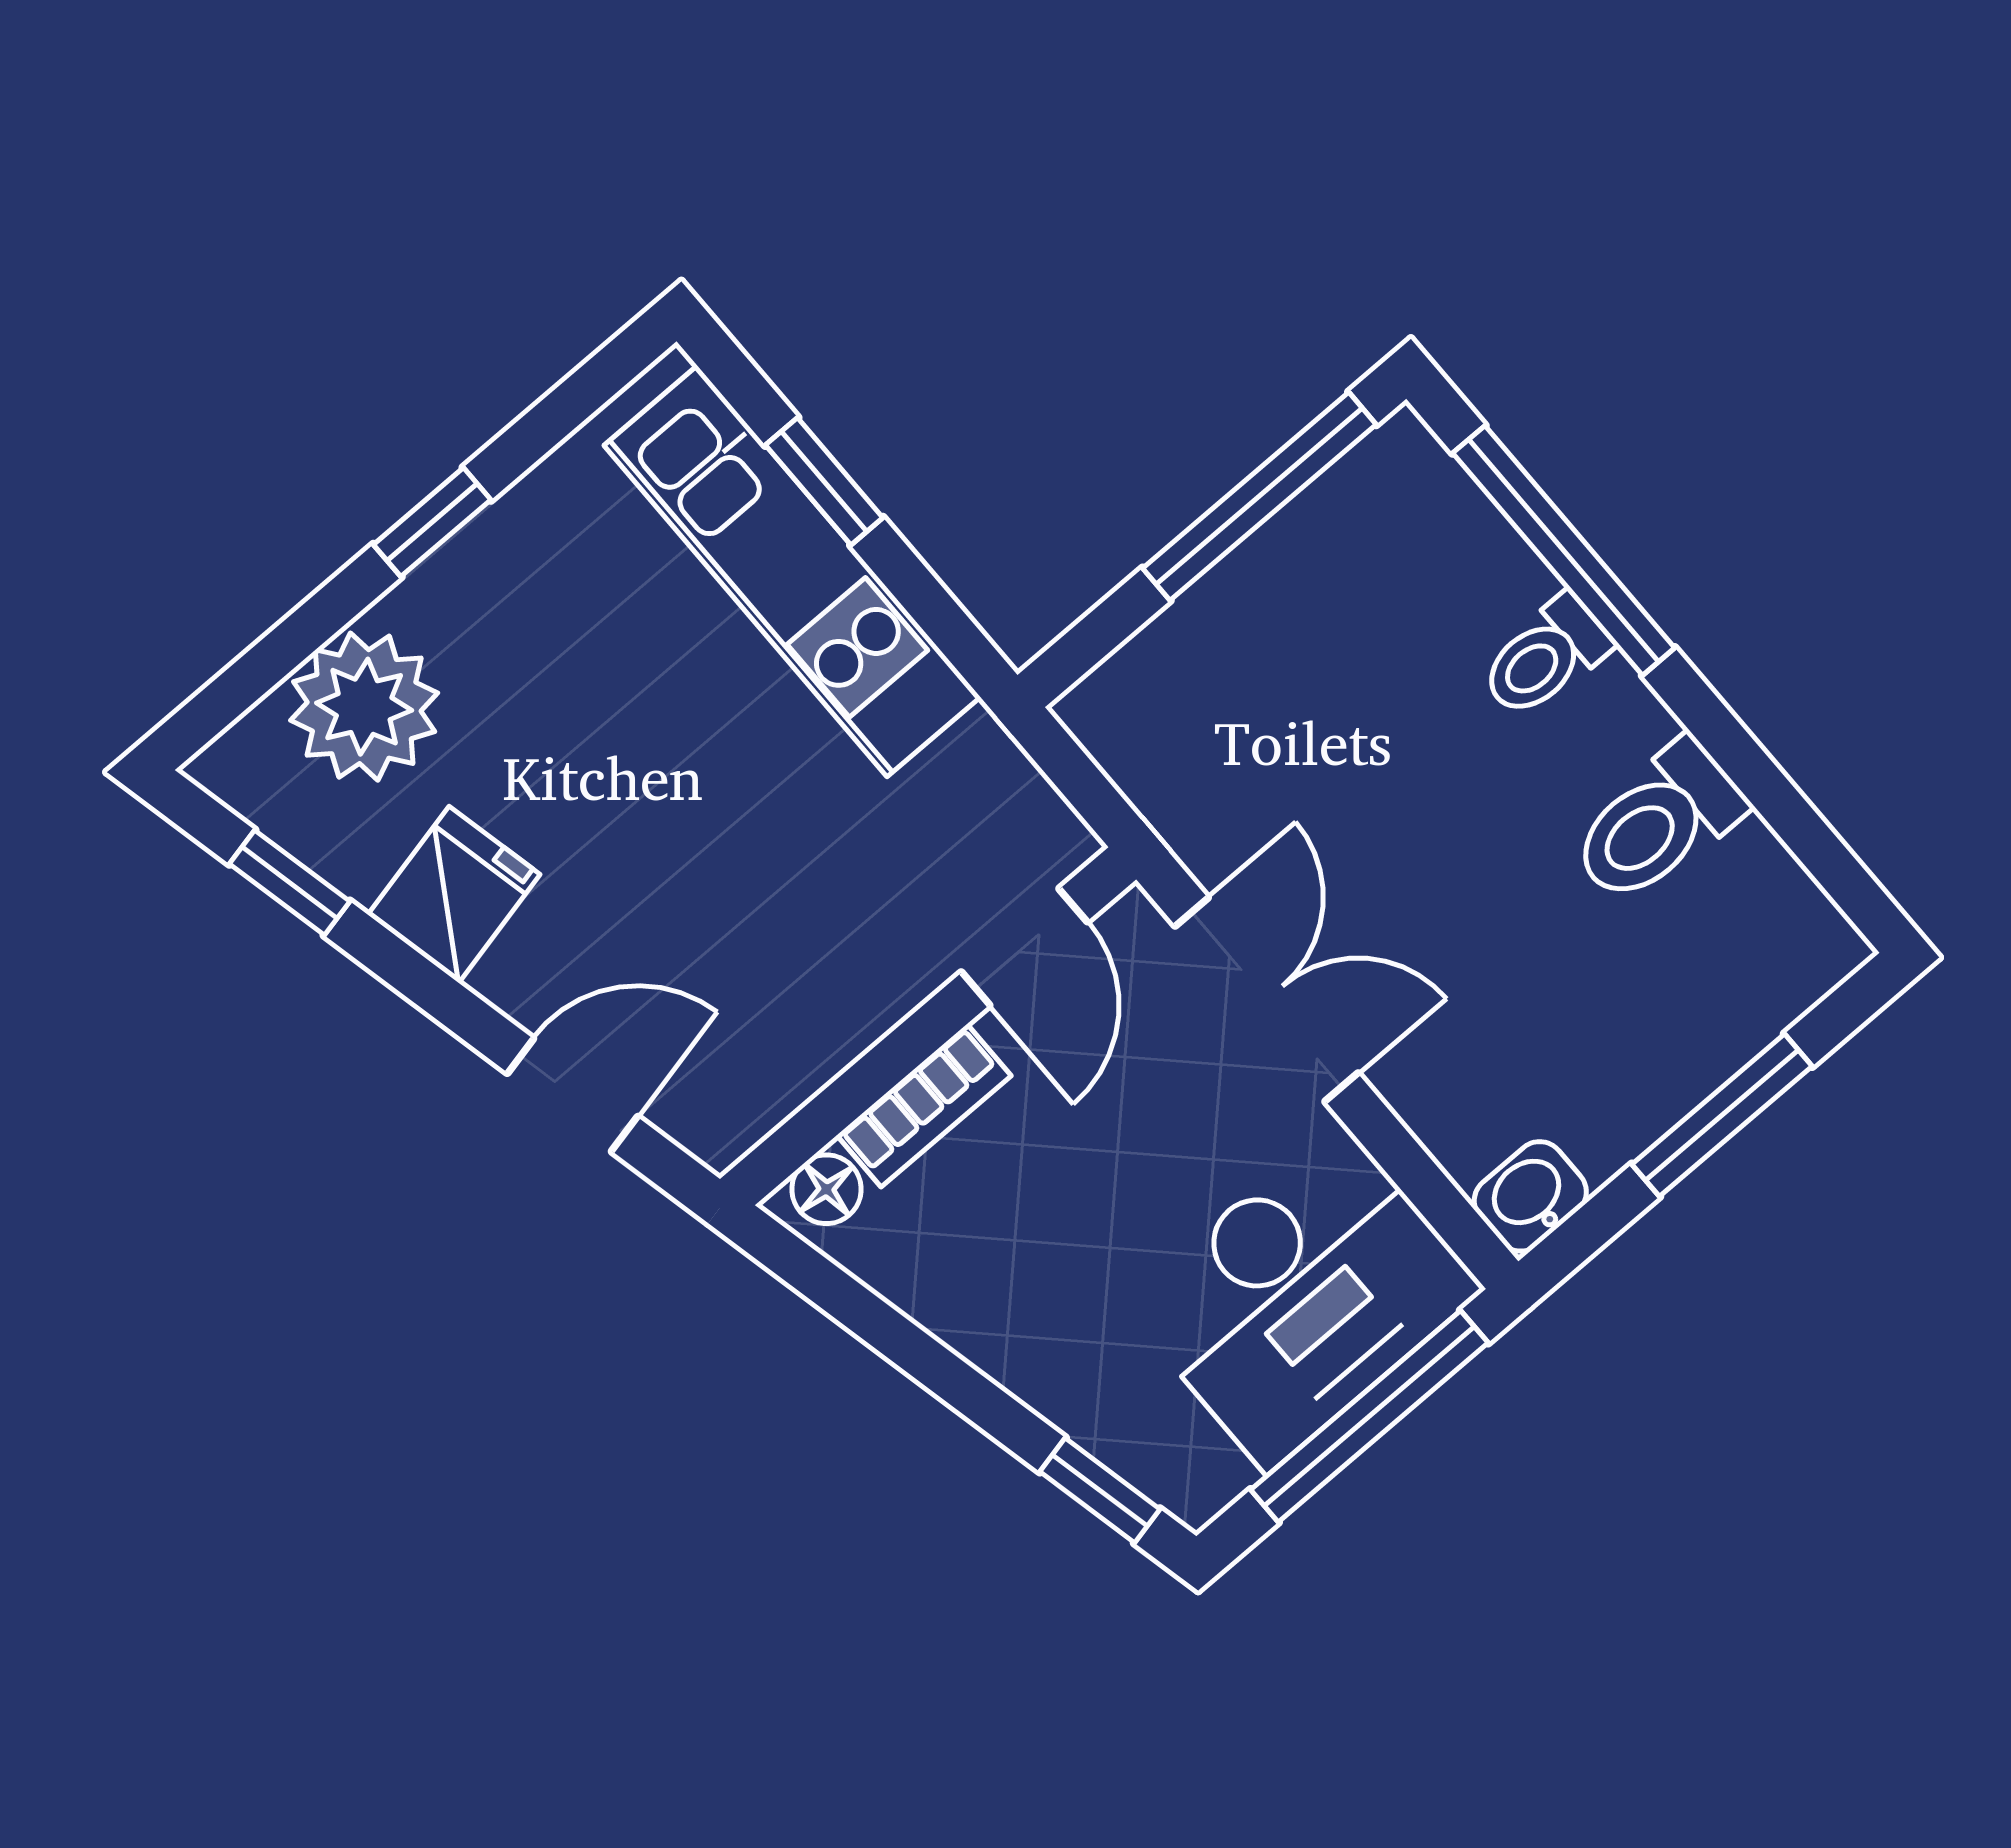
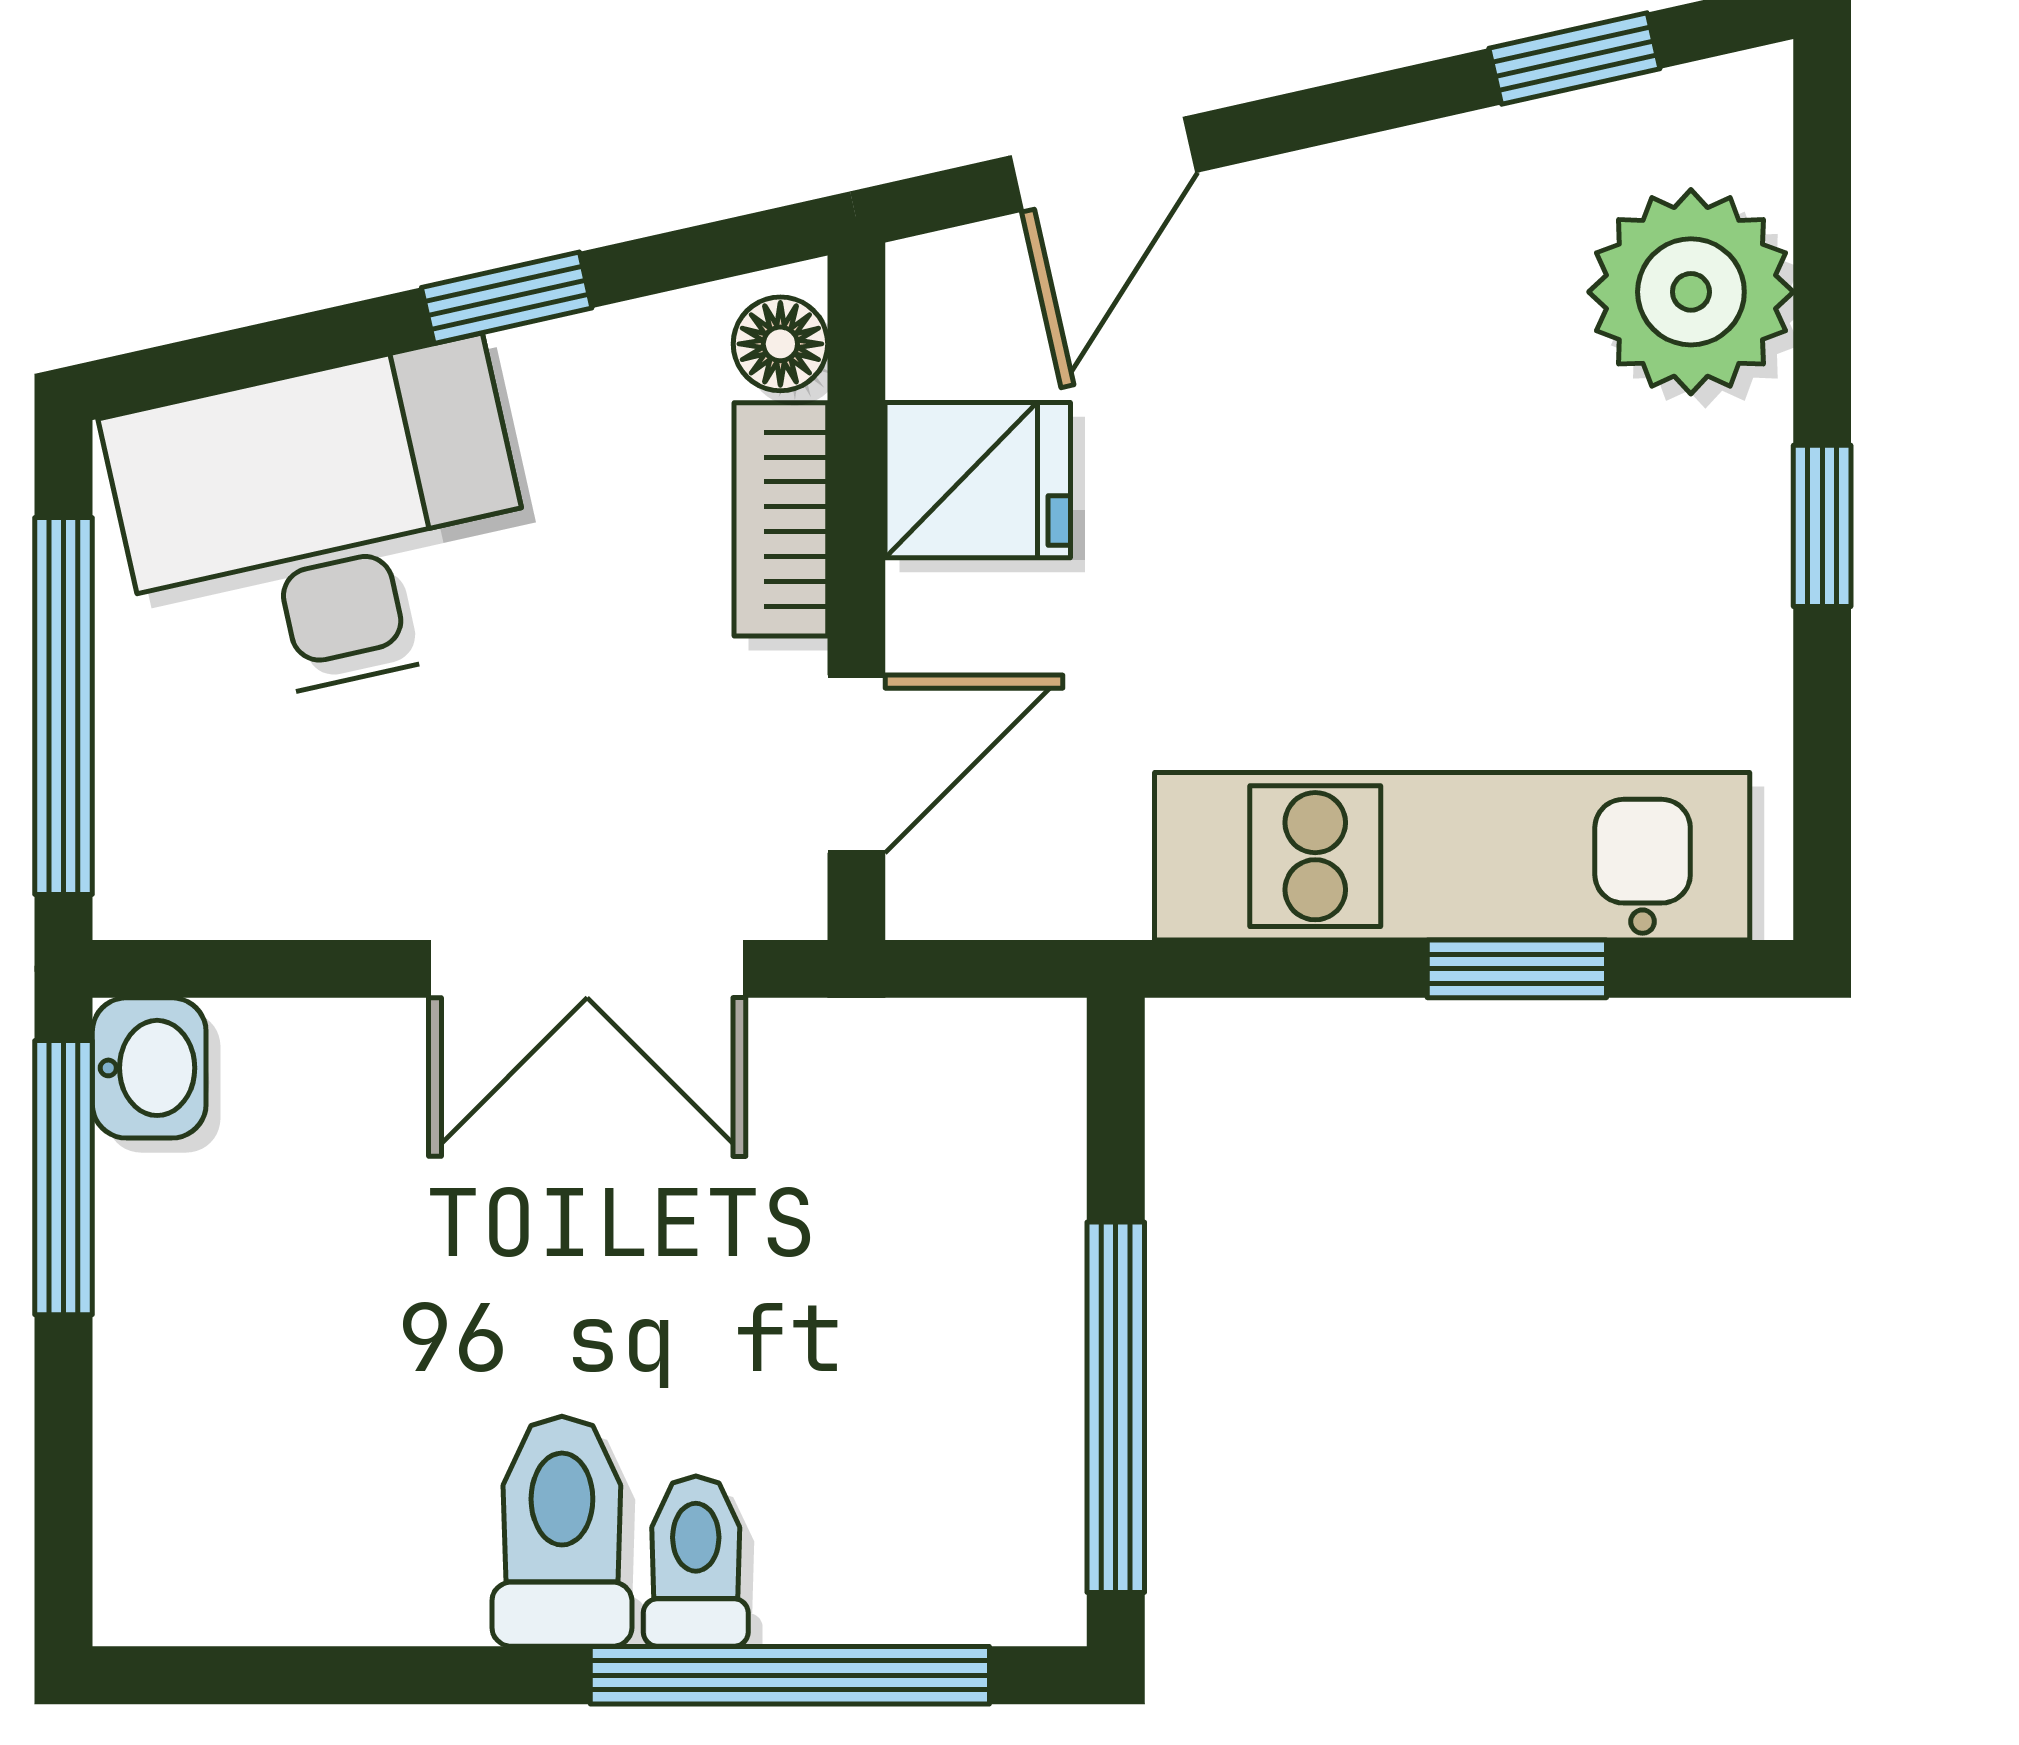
toilet: (1658, 823) -> (562, 1531), moved
fridge: (454, 895) -> (978, 480), moved, turned -77
door: (1024, 947) -> (856, 764), swing flipped
window: (1722, 1115) -> (64, 1178), moved
desk: (1303, 1296) -> (324, 527), moved, turned 77
window: (1100, 1490) -> (507, 298), moved

